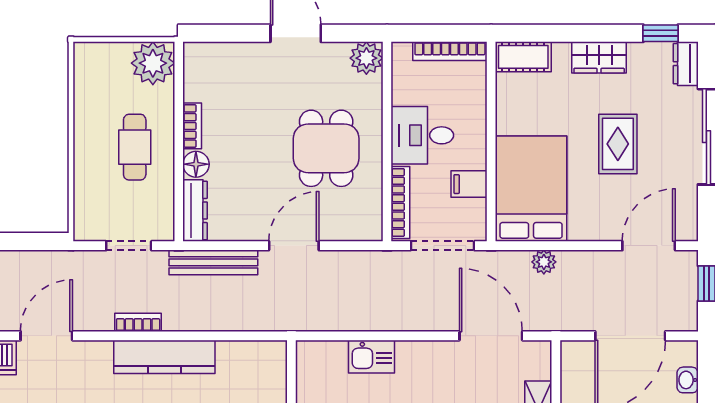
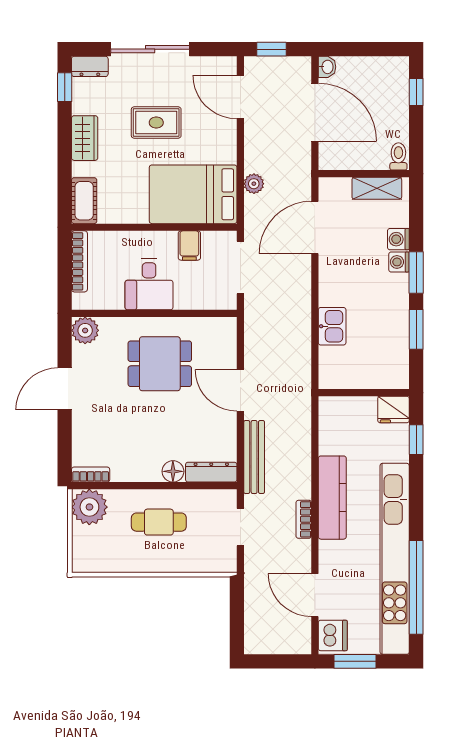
bookcase: (192, 126) -> (91, 475), moved
bookcase: (400, 202) -> (205, 302), removed
washbasin: (688, 380) -> (327, 67), moved, turned -90

